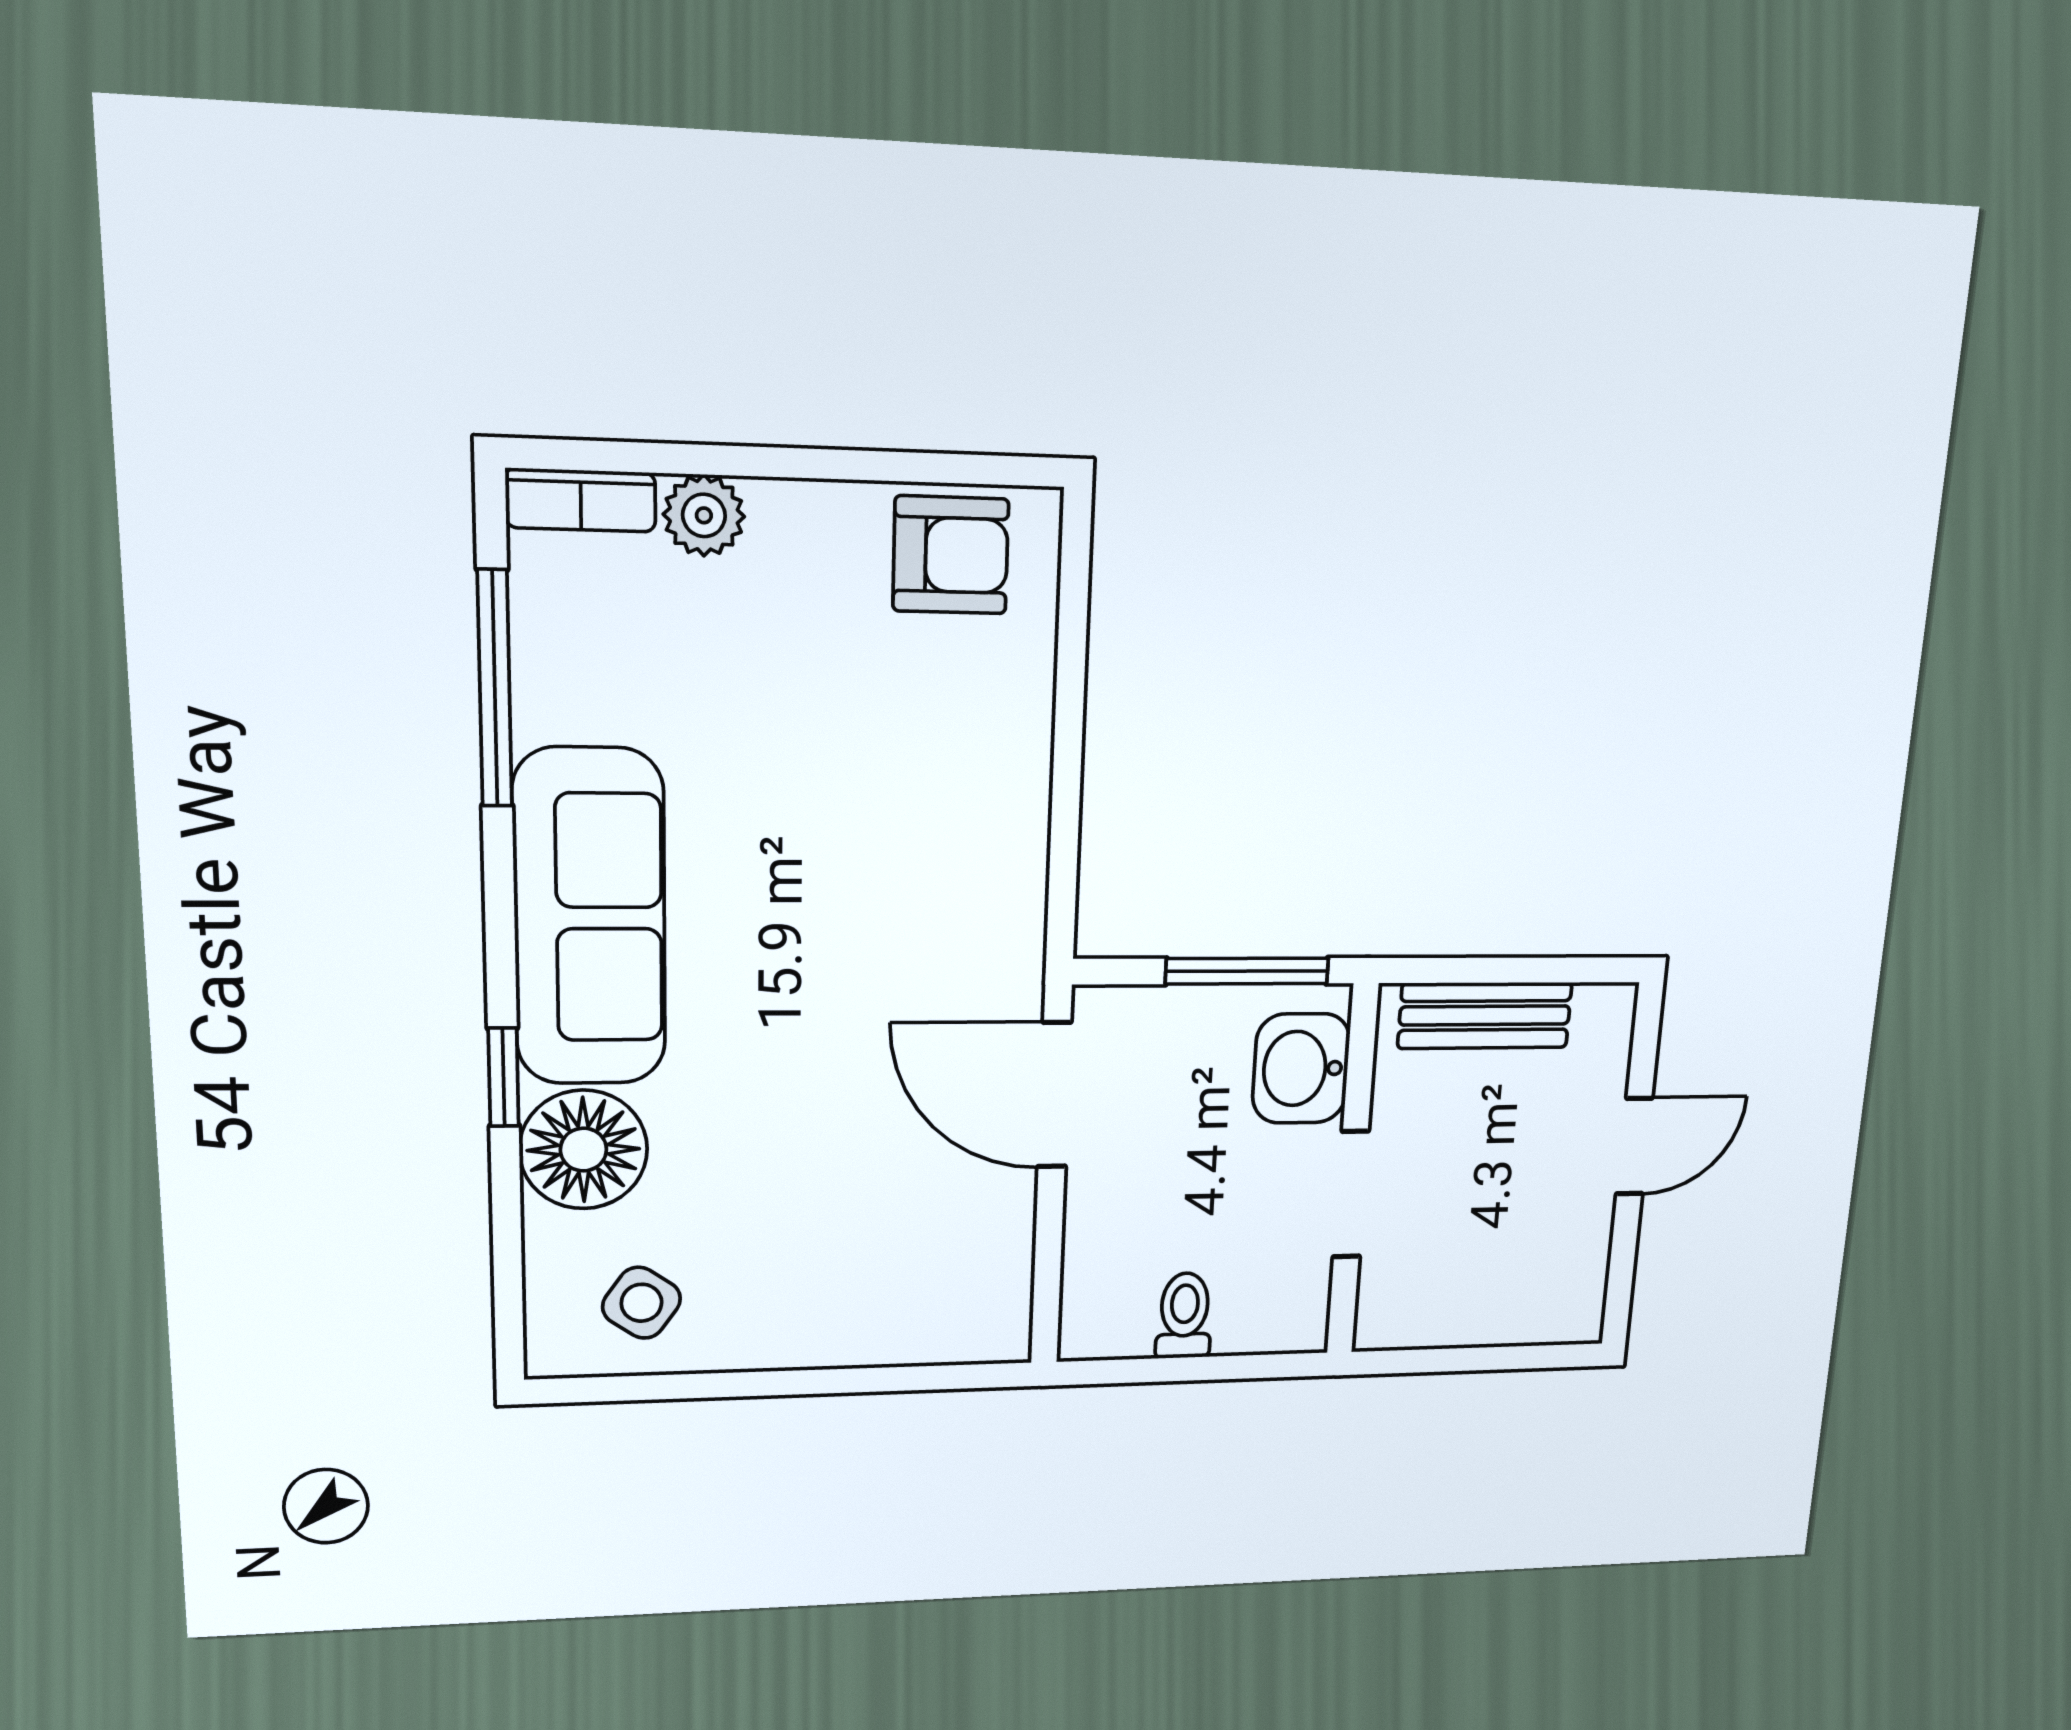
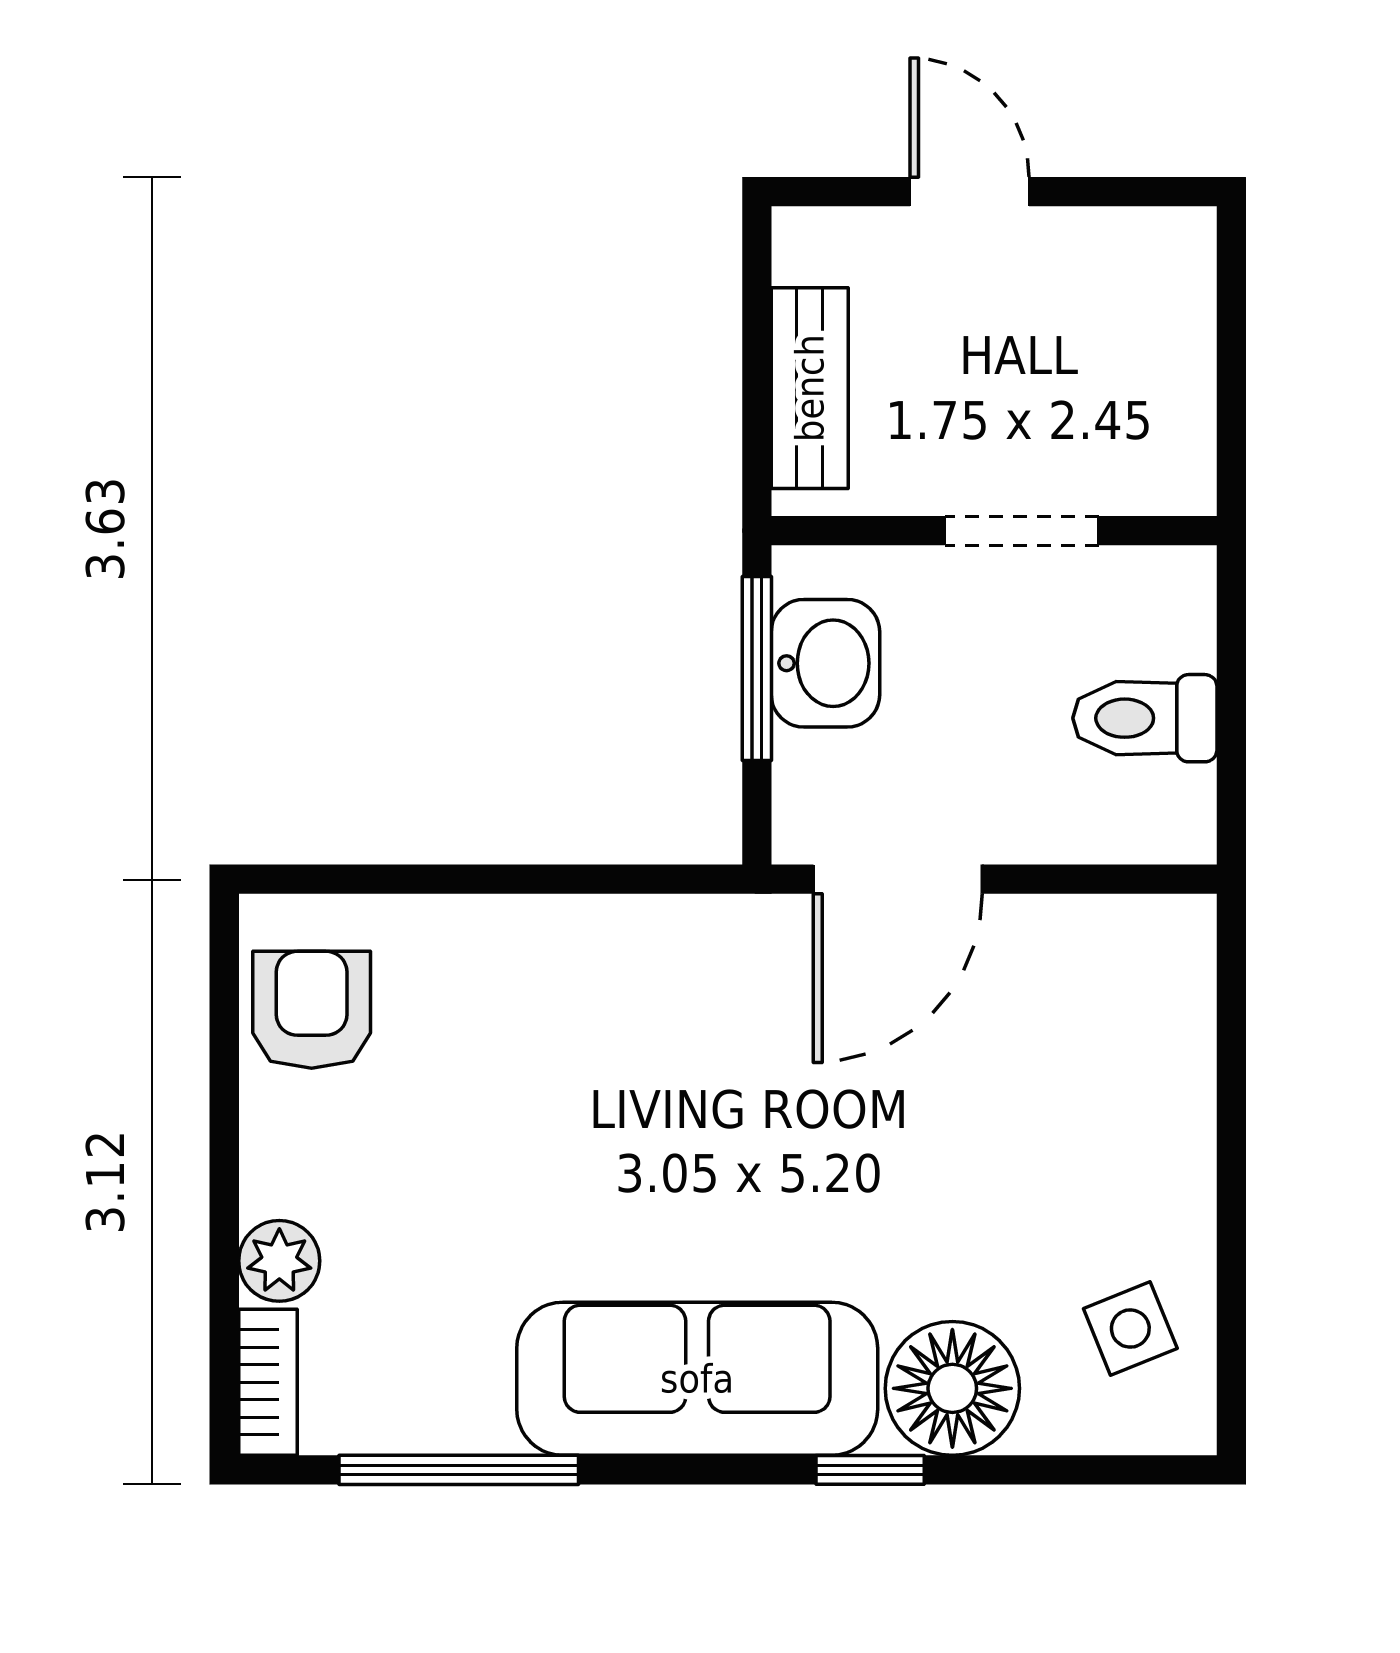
washbasin: (1301, 1068) -> (825, 663), moved, turned -90
side table: (641, 1303) -> (1130, 1329), turned 33
toilet: (1184, 1316) -> (1145, 718), width x1.37, depth x1.39

